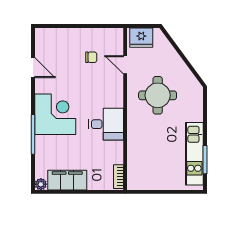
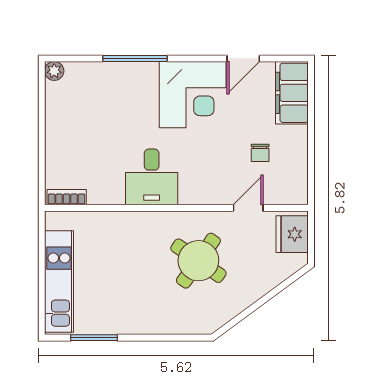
round table: (158, 95) -> (198, 261), turned 35
corner desk: (55, 114) -> (193, 95), moved
kitchen unit: (194, 154) -> (59, 282), moved, turned 90
filing cabinet: (67, 180) -> (292, 93), moved, turned 180

